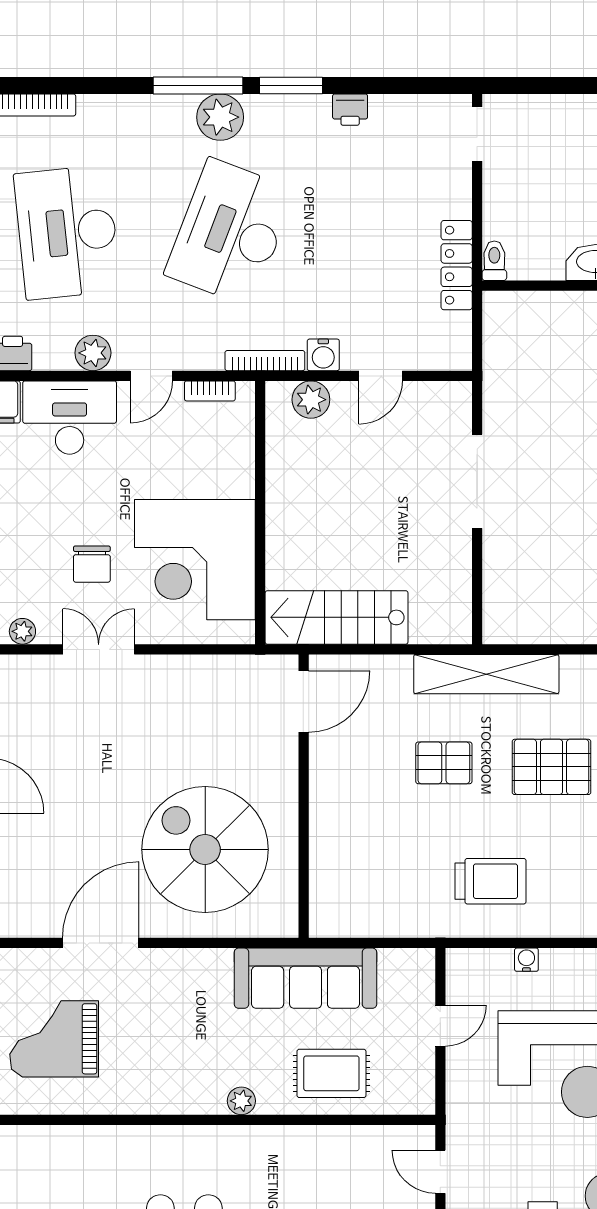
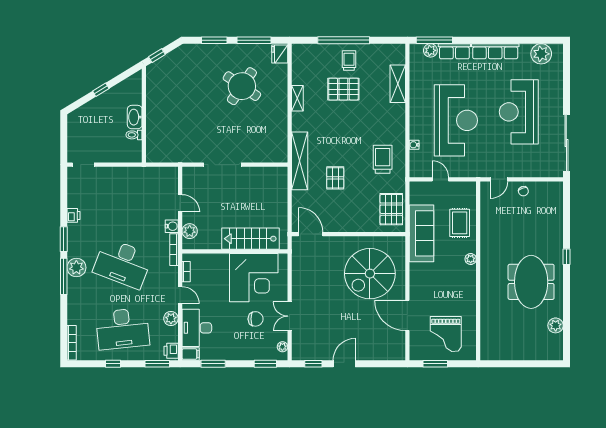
toilet: (494, 261) -> (134, 135), moved
locker: (457, 265) -> (136, 173), removed
stairs: (337, 617) -> (250, 239), moved, turned 90
pallet: (552, 767) -> (391, 209), moved

